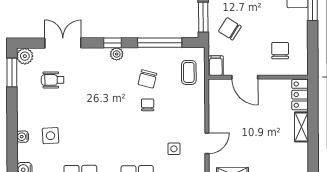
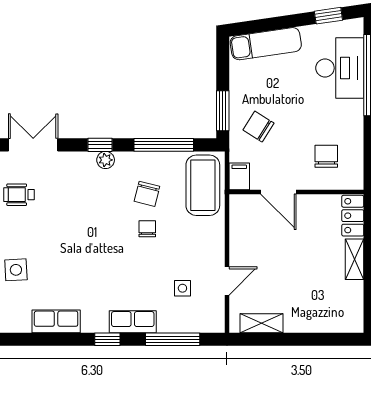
coffee table: (189, 72) -> (203, 185), width x1.86, depth x1.72

